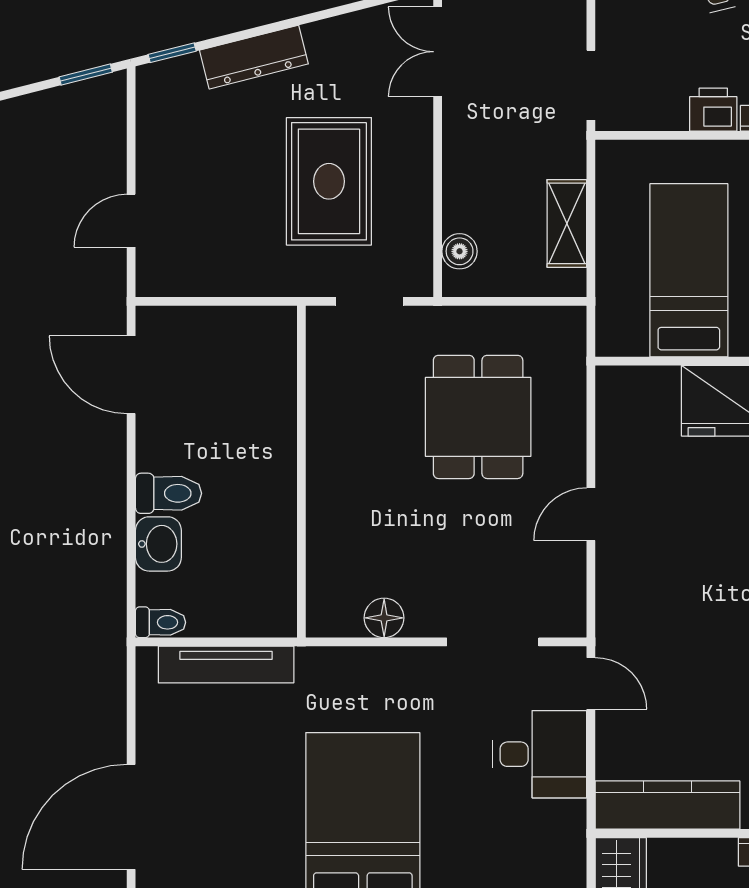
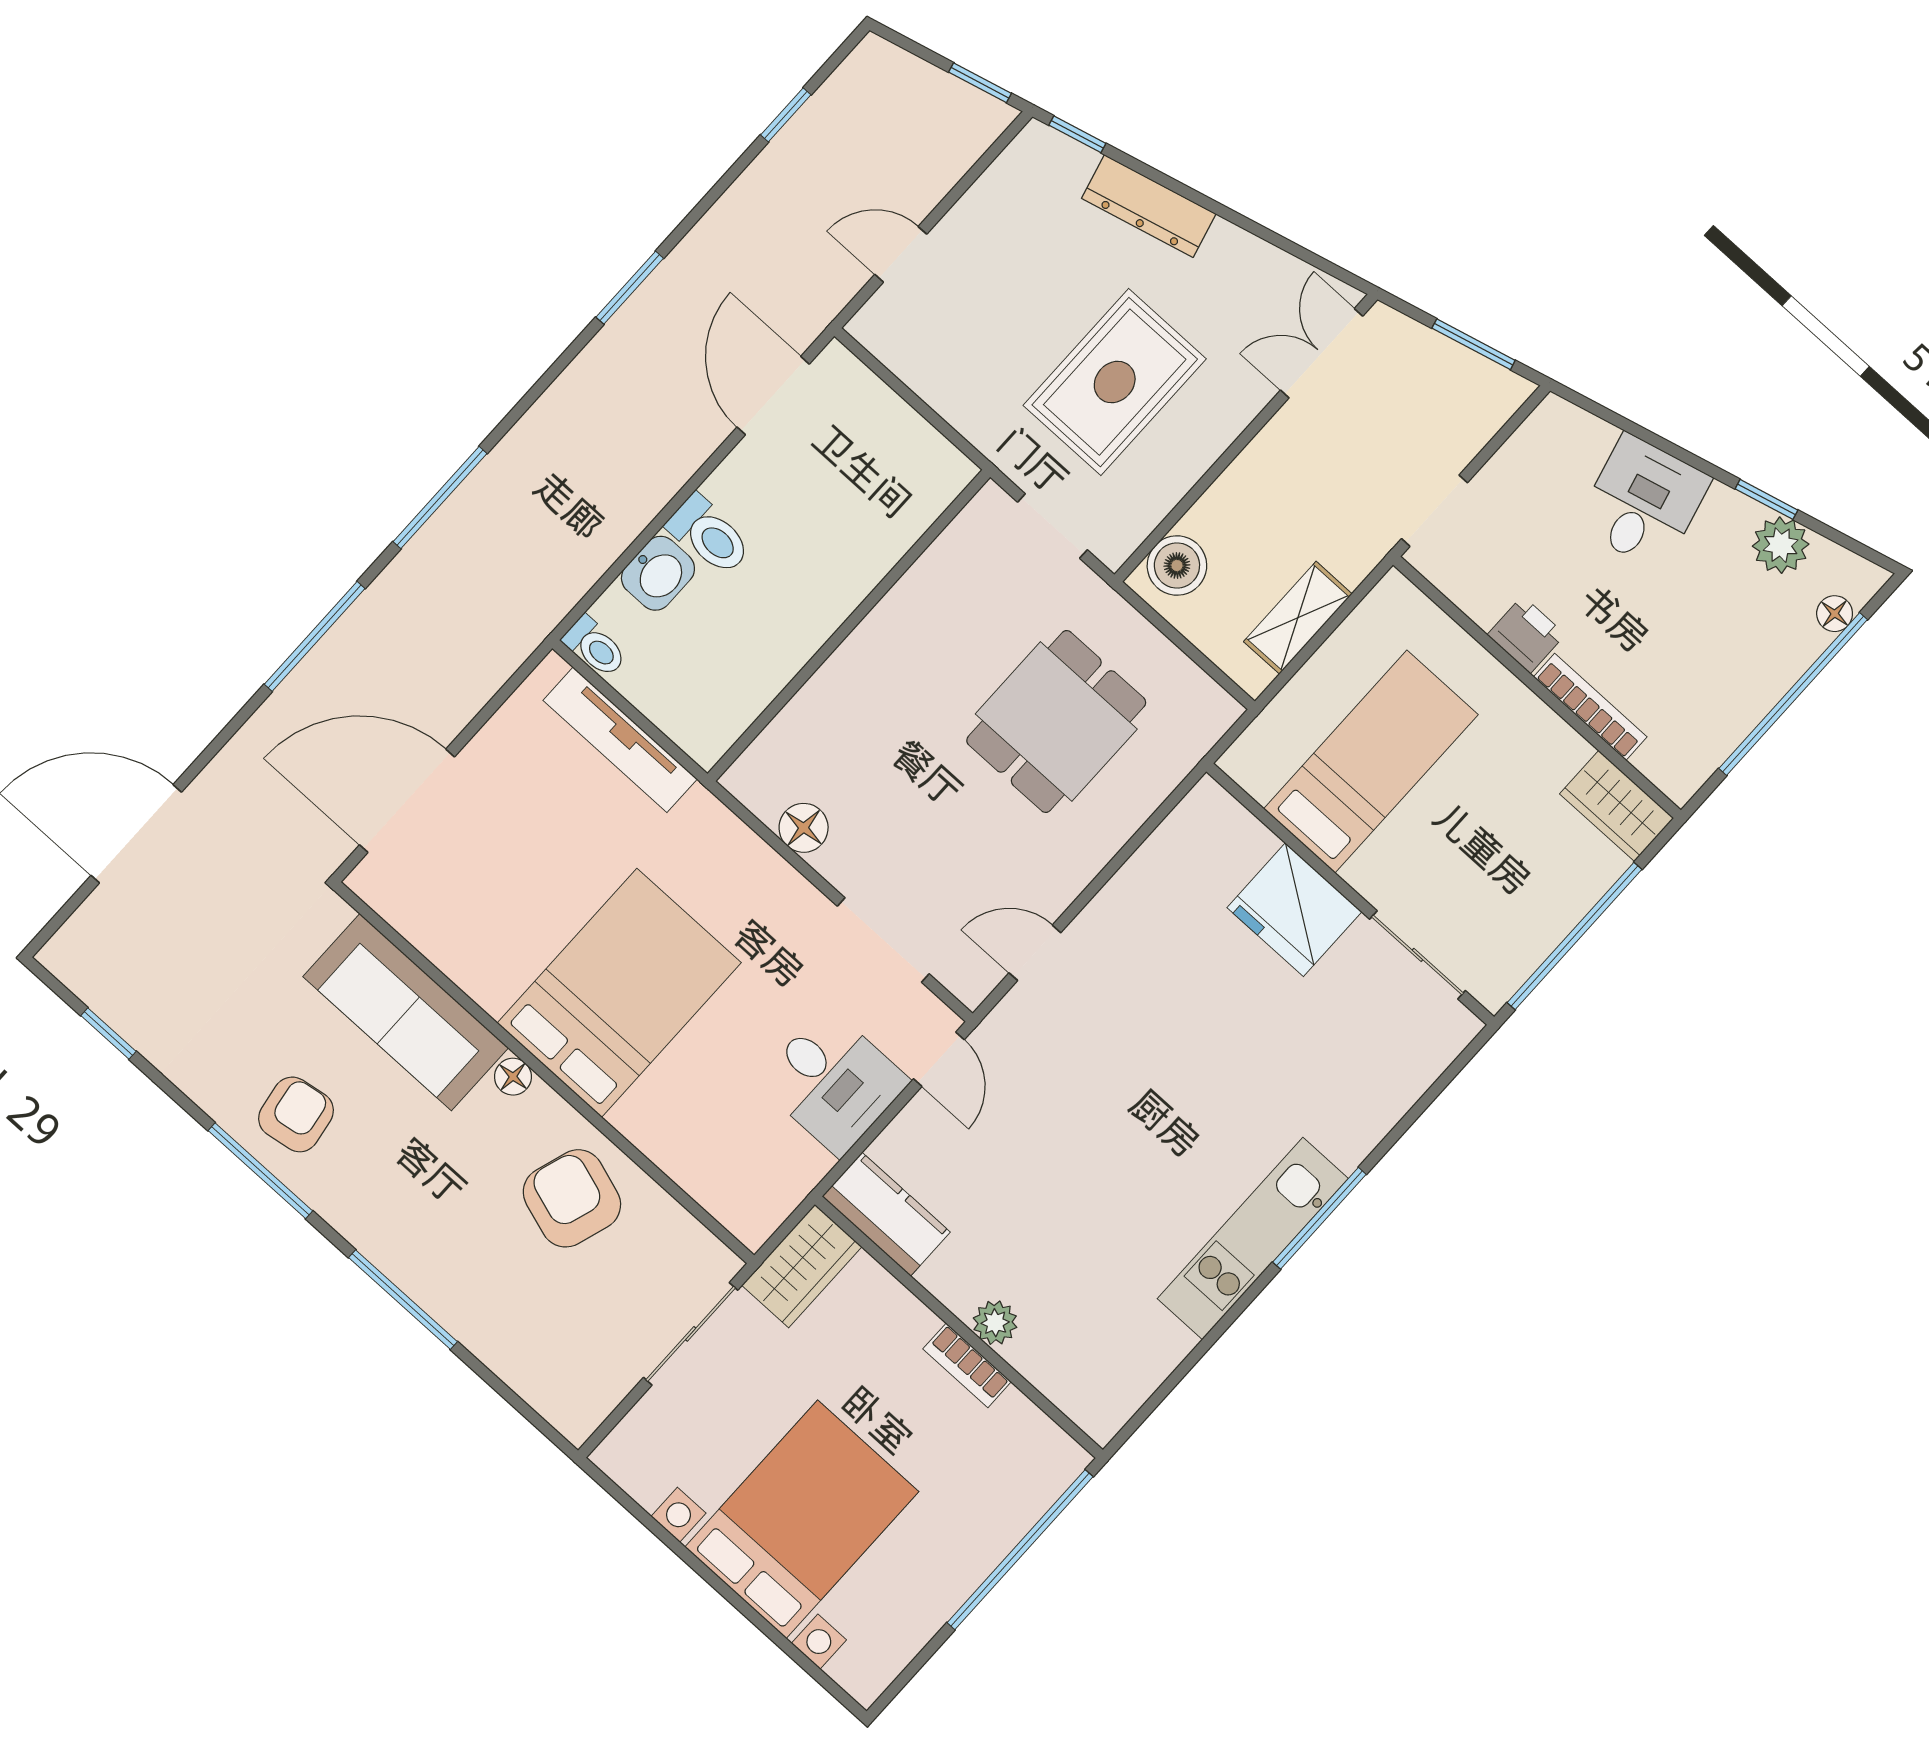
boiler: (460, 251) -> (1177, 566), width x1.36, depth x1.36
door: (591, 514) -> (1035, 953), moved
kitchen counter: (667, 805) -> (886, 1214), width x0.67

